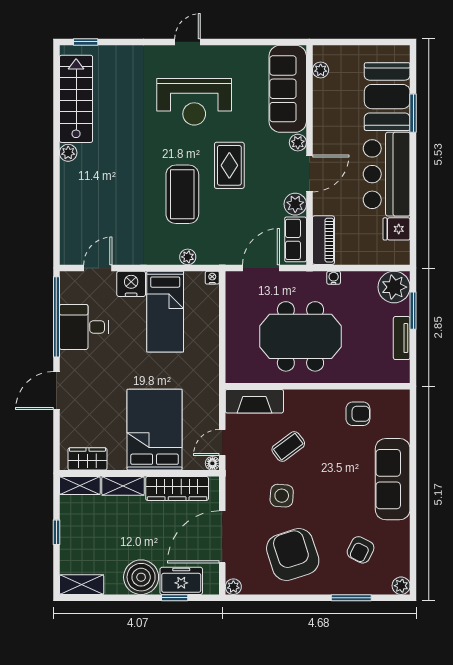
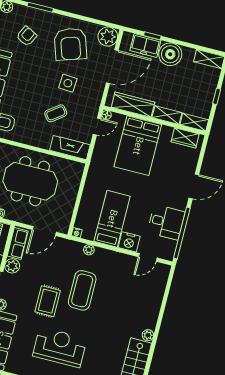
plant: (233, 587) -> (108, 37), width x1.88, depth x1.88

